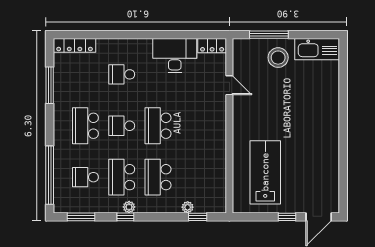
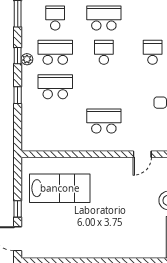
school desk: (158, 126) -> (104, 121), moved
plant: (188, 207) -> (27, 115), removed
window: (198, 217) -> (18, 95), moved

